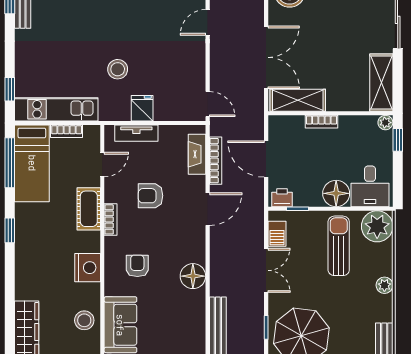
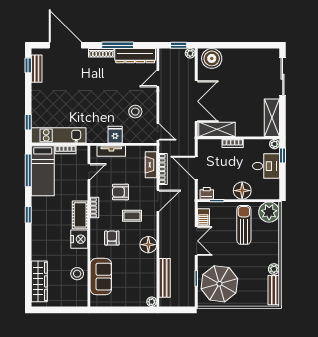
stool: (118, 69) -> (135, 112), moved
desk: (370, 186) -> (266, 166), moved, turned -90
cot: (89, 209) -> (80, 215), moved
coffee table: (168, 232) -> (132, 216), added
plant: (384, 285) -> (274, 269), moved

